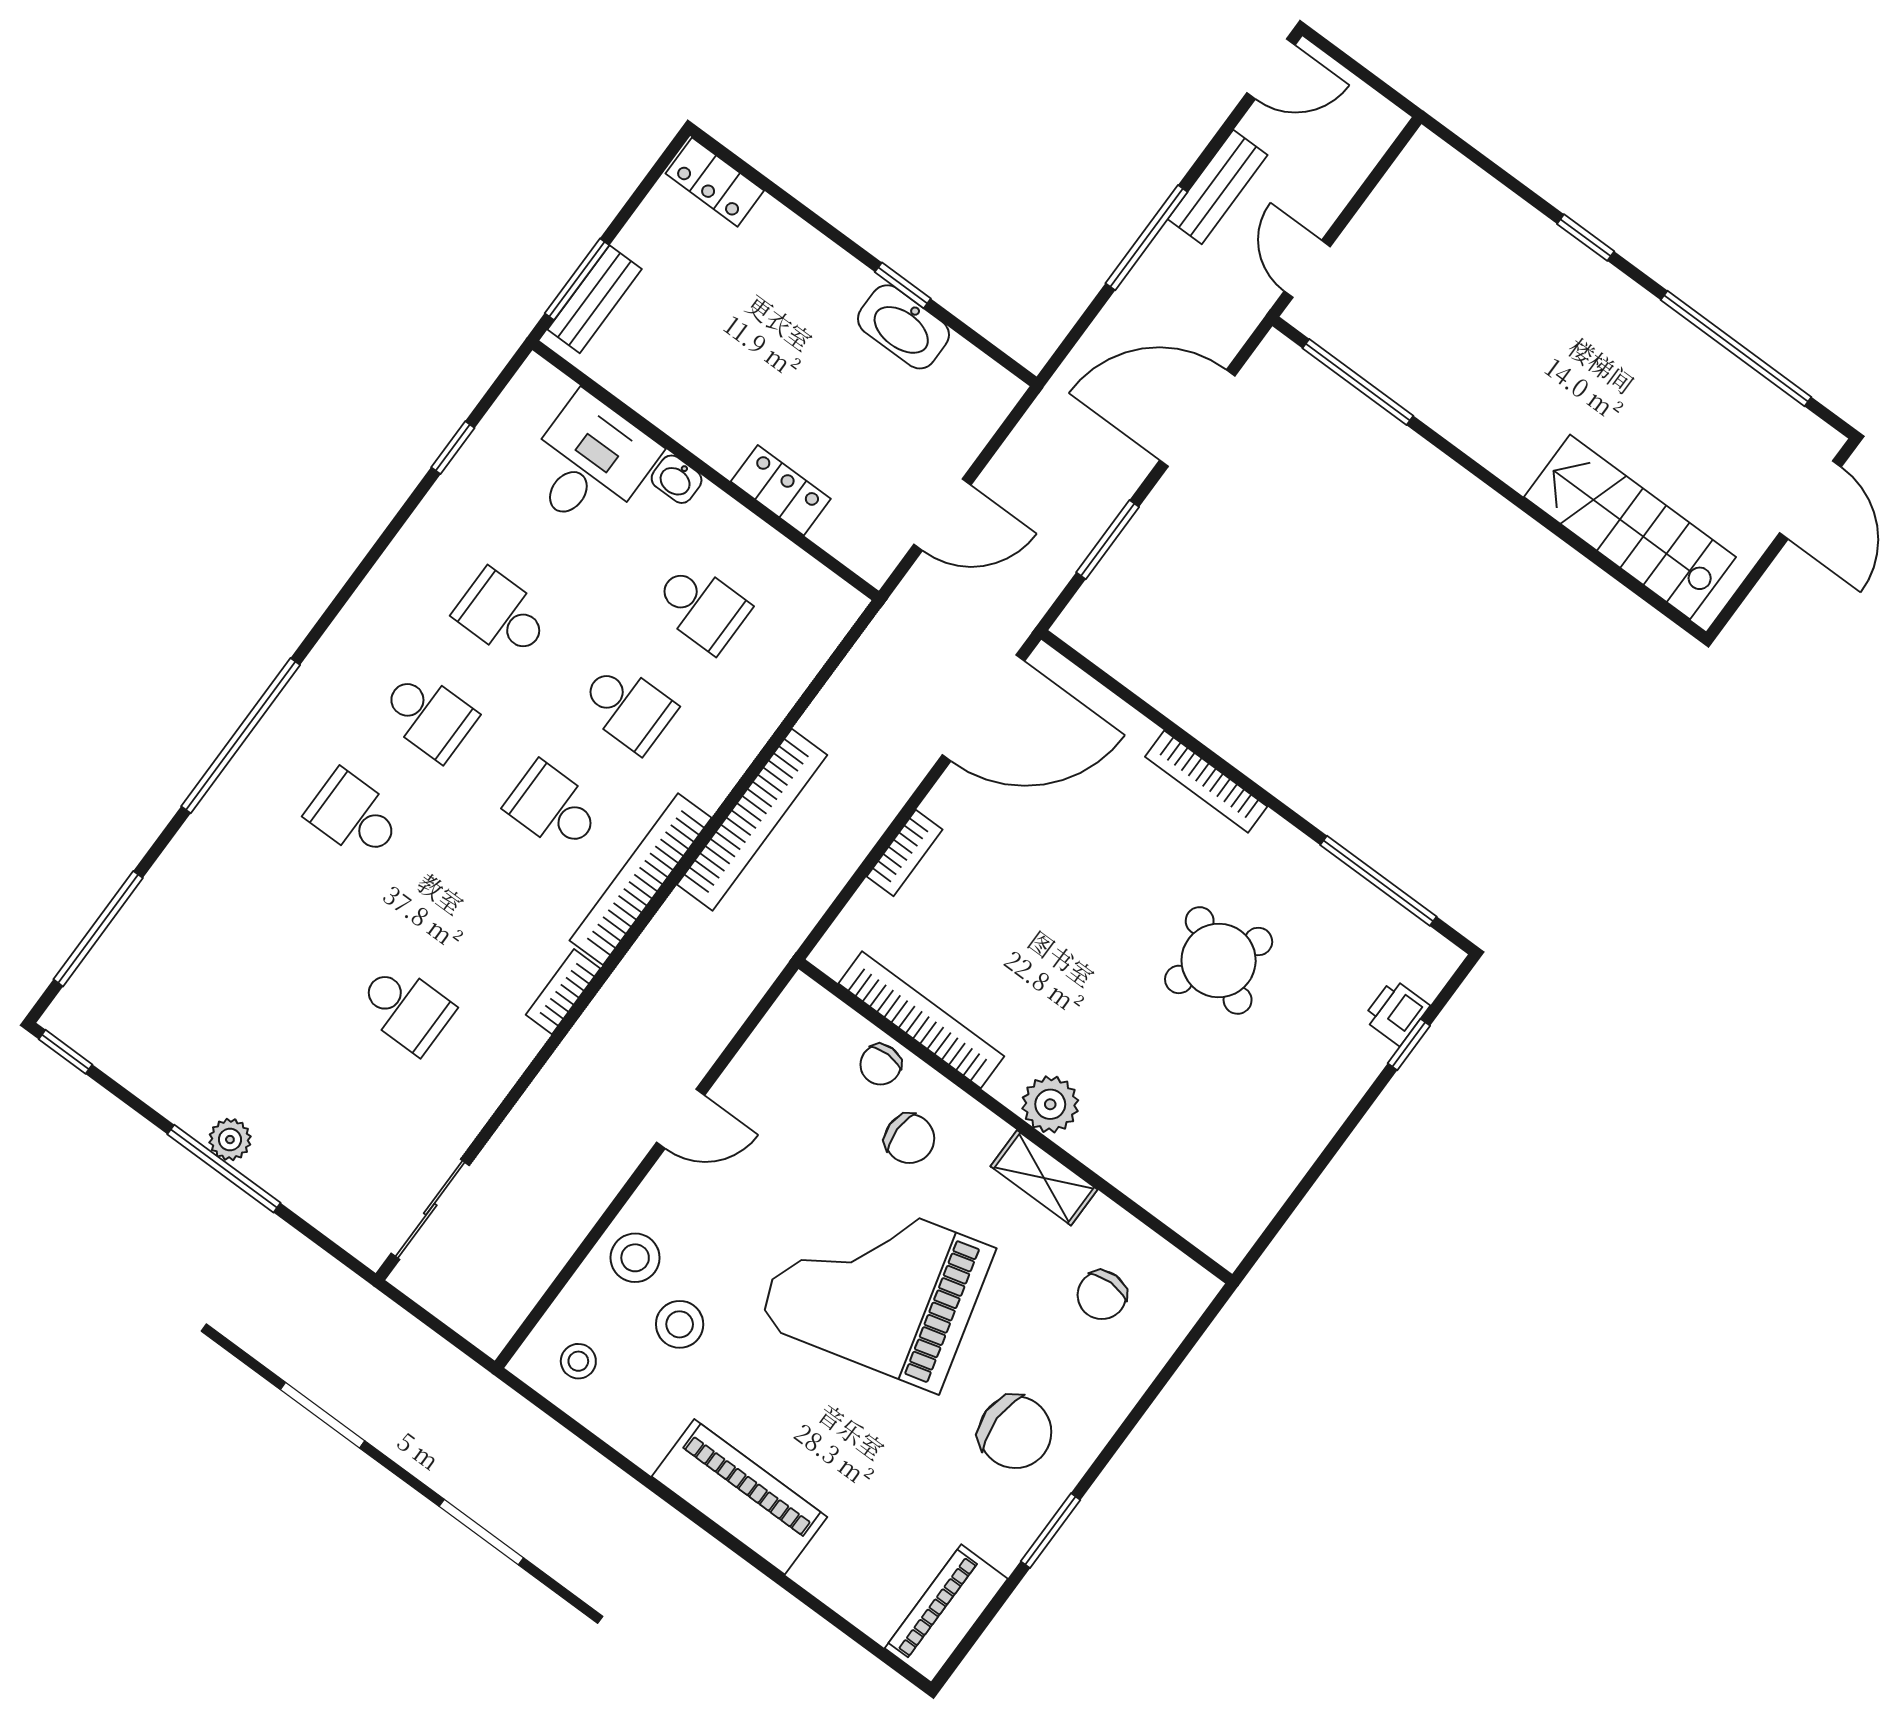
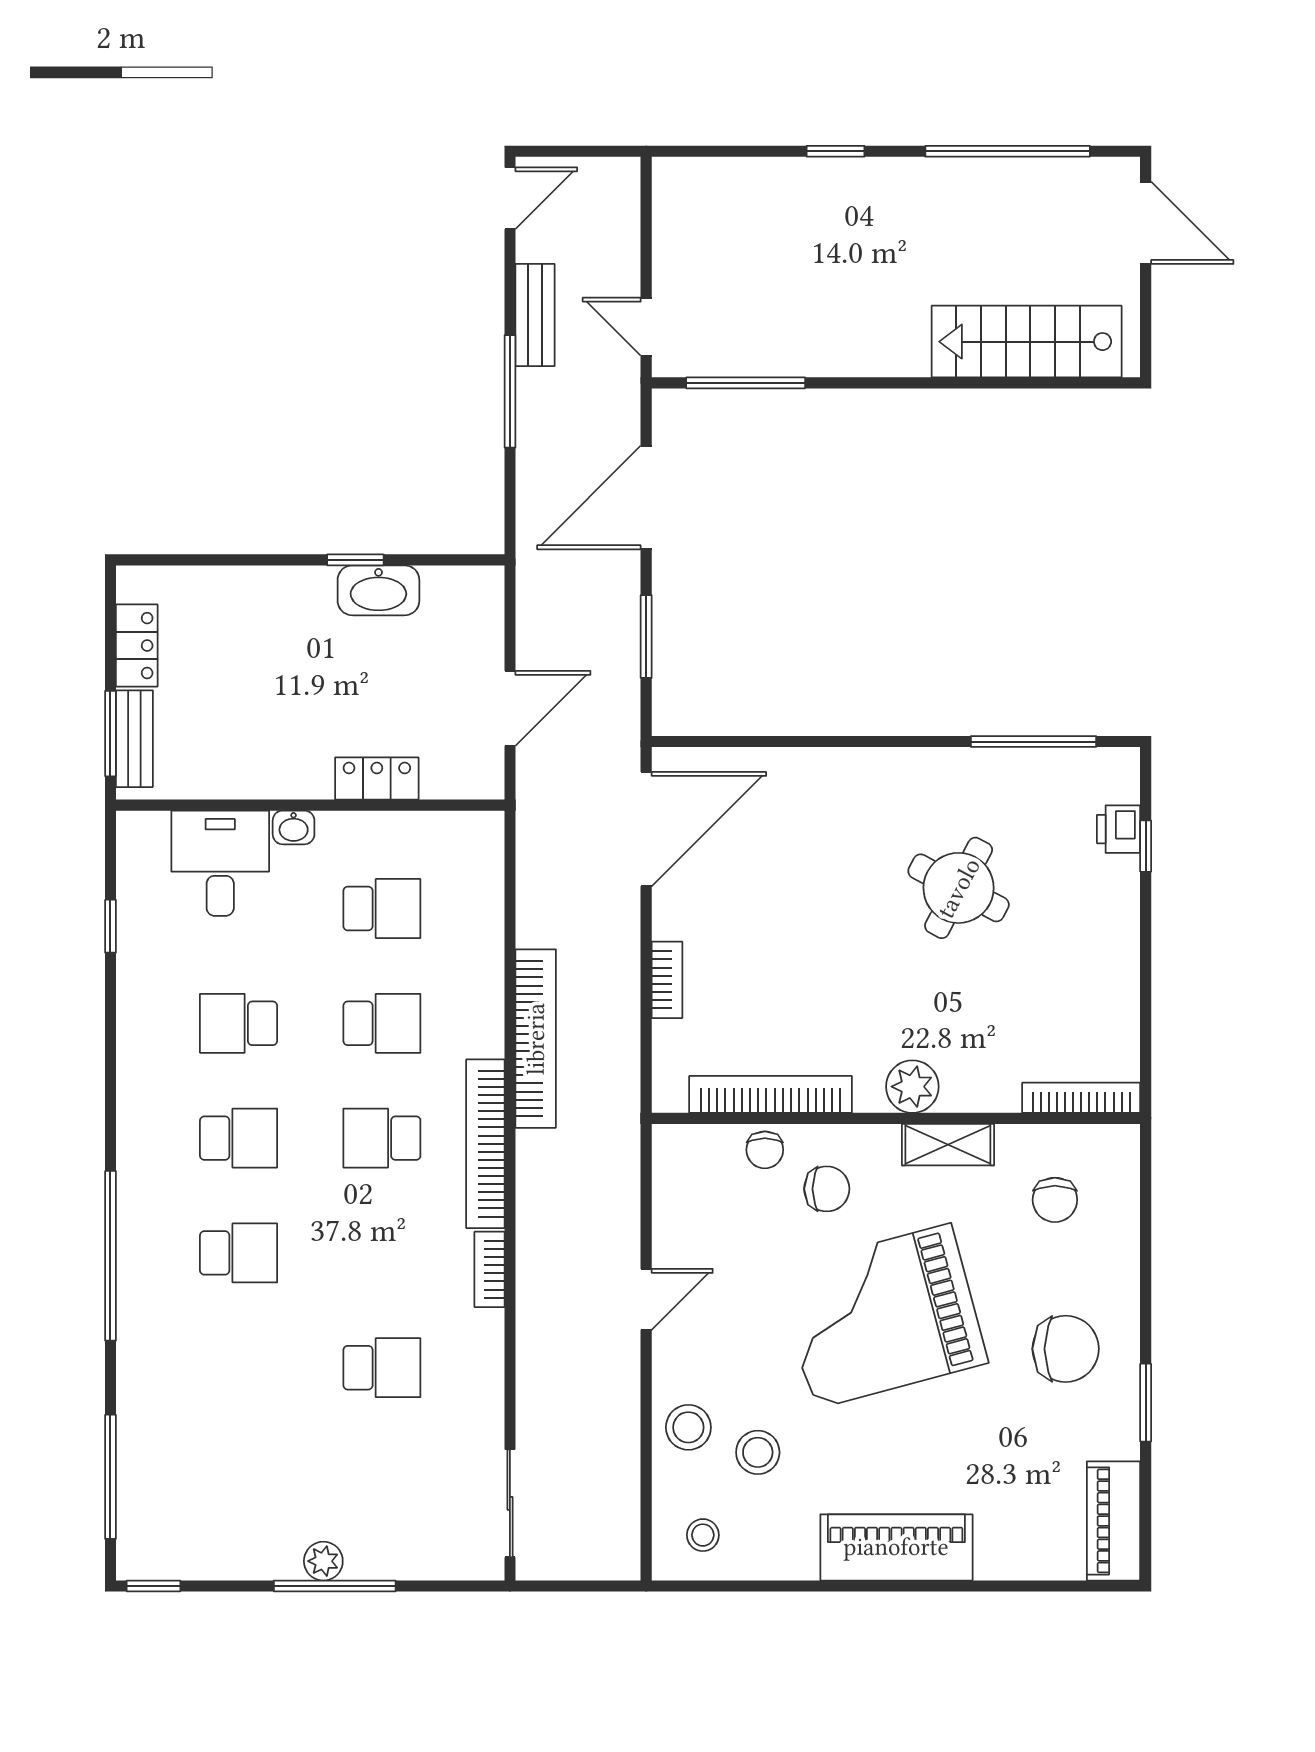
locker: (715, 182) -> (137, 646), moved, turned -90
bookcase: (1206, 782) -> (1081, 1098), moved, turned 180
school desk: (354, 816) -> (239, 1253), turned 180

